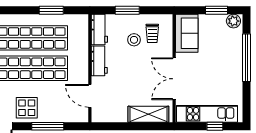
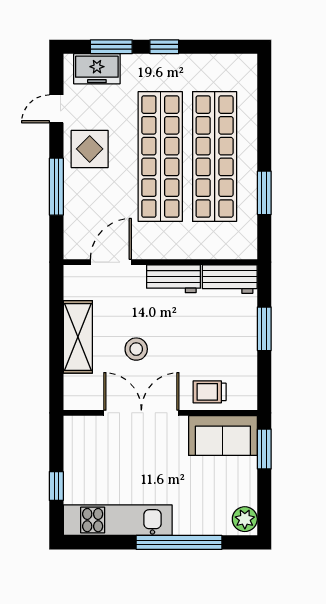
window: (216, 10) -> (264, 449), moved
trolley: (152, 33) -> (210, 392), moved
stool: (134, 40) -> (136, 349), moved
shelving: (148, 114) -> (78, 337), moved
kitchen unit: (207, 114) -> (118, 520), moved, turned -90

